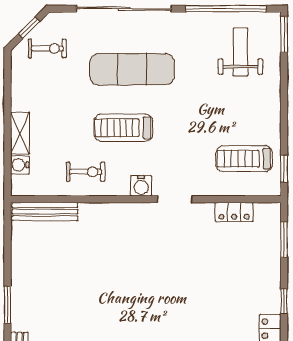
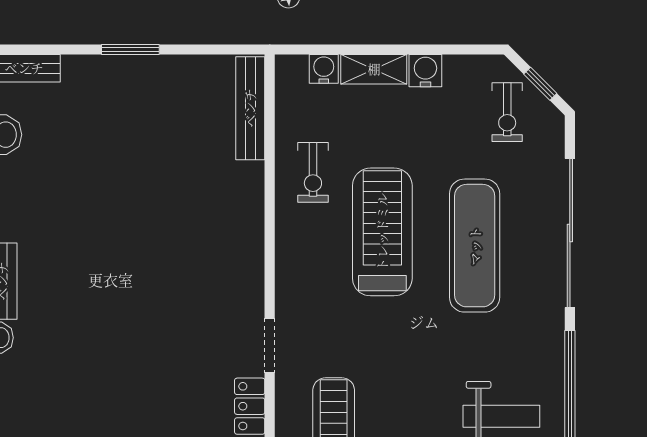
treadmill: (123, 128) -> (382, 232), width x1.37, depth x1.38
water cooler: (141, 186) -> (425, 71), moved, turned 90
doorway: (175, 199) -> (270, 345), moved
window: (8, 305) -> (130, 50), moved

